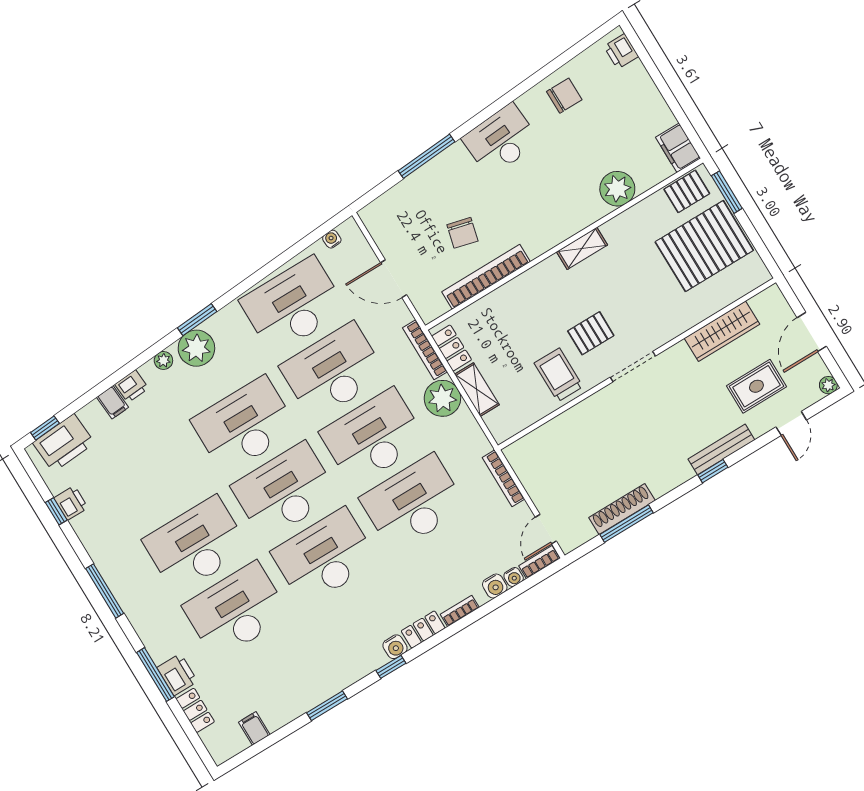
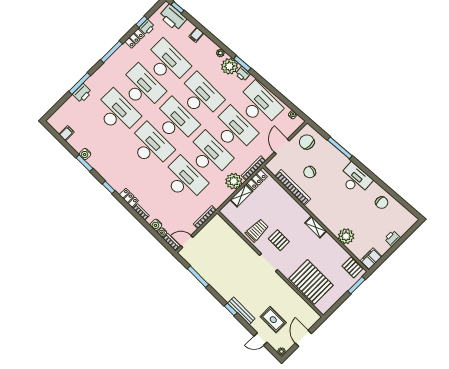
printer: (621, 51) -> (392, 238), moved
chair: (397, 223) -> (307, 142), added
pallet: (704, 246) -> (311, 282), moved
wardrobe: (722, 331) -> (294, 298), removed
door: (812, 332) -> (303, 338), hinge flipped
printer: (132, 386) -> (243, 74), moved
desk: (156, 479) -> (167, 62), added
shoe rack: (622, 509) -> (204, 273), removed
water cooler: (395, 647) -> (85, 154), moved
locker: (195, 710) -> (135, 38), moved

